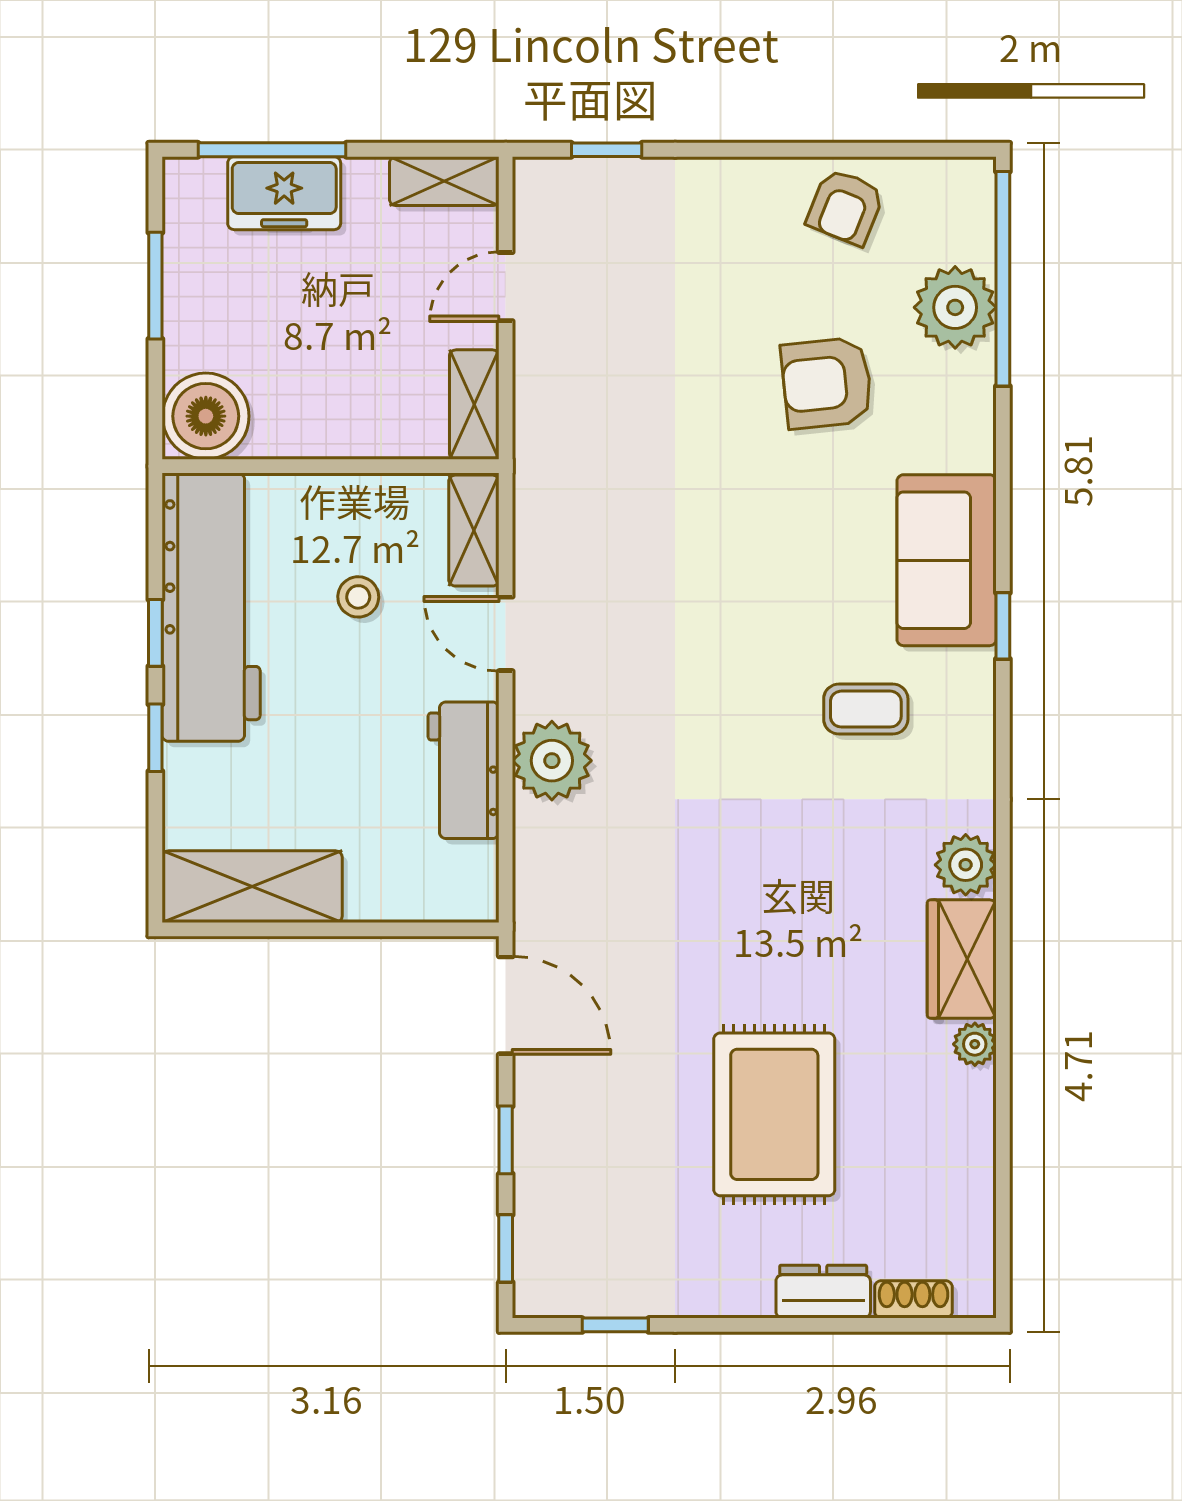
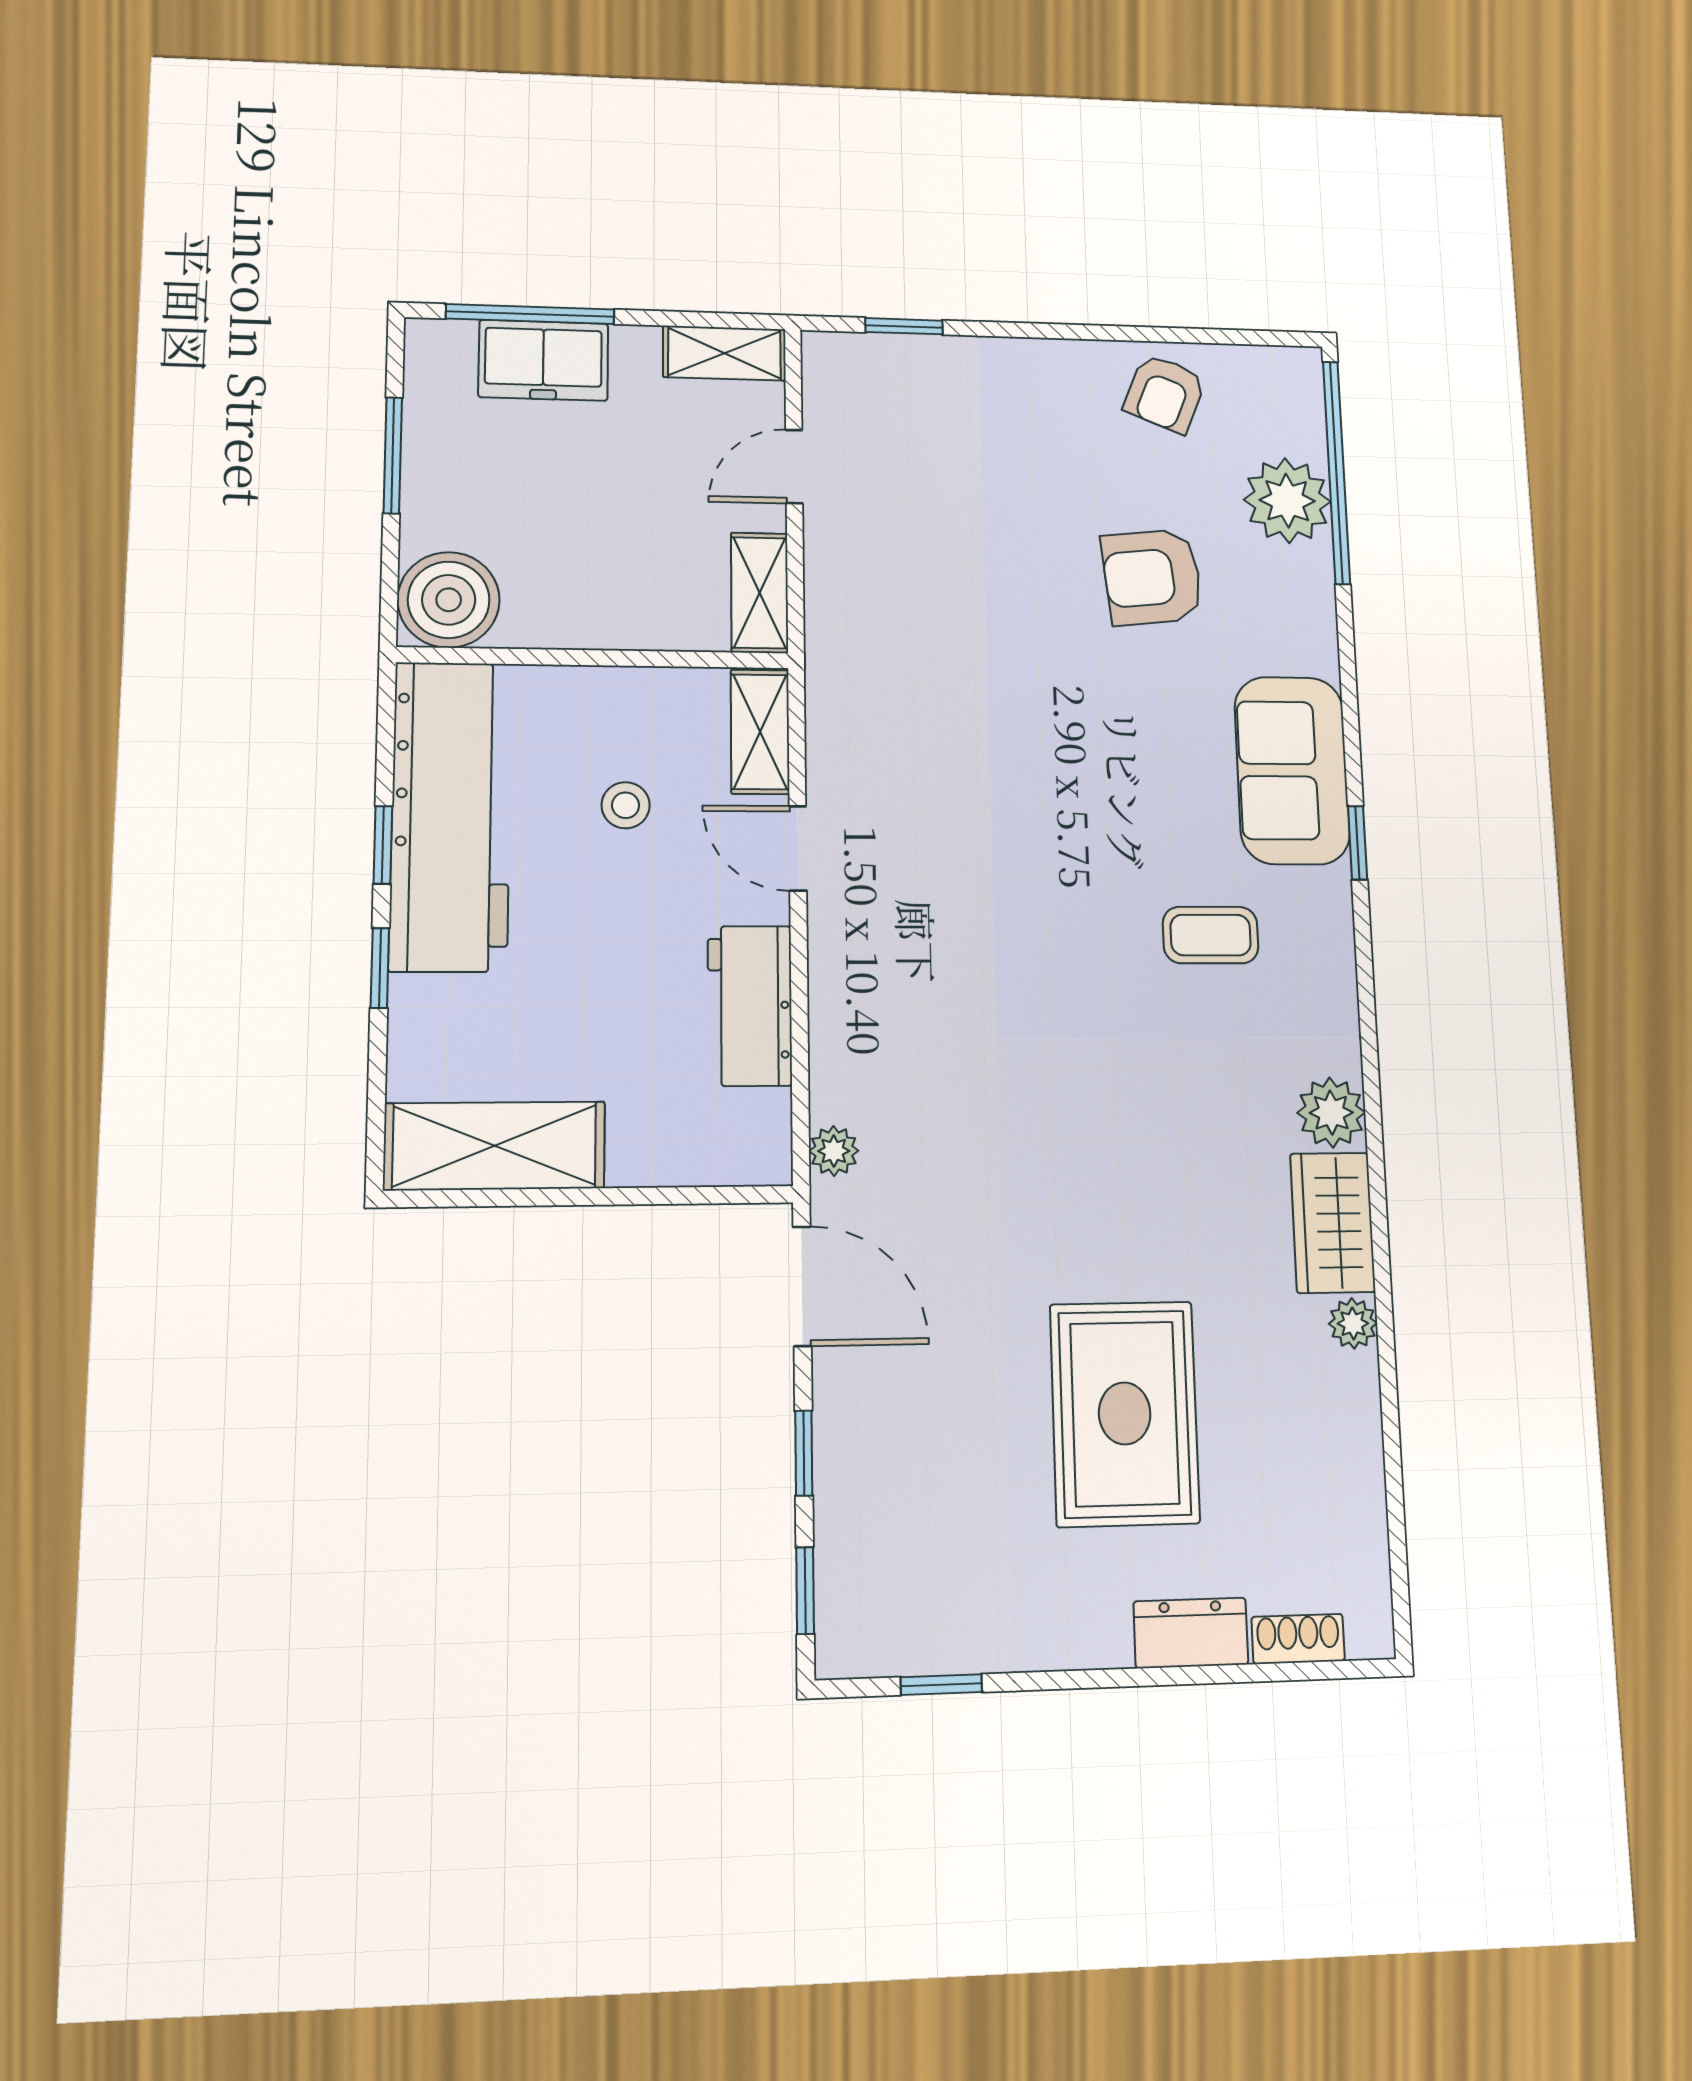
plant: (552, 761) -> (834, 1151), moved, width x0.53, depth x0.53

